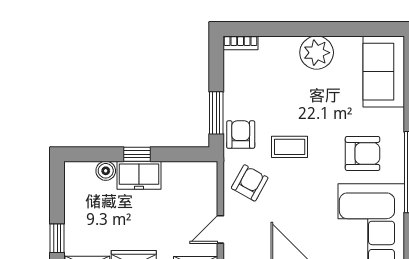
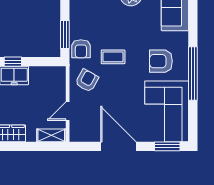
armchair: (241, 135) -> (81, 49), turned 180
armchair: (363, 153) -> (161, 61), turned 180

